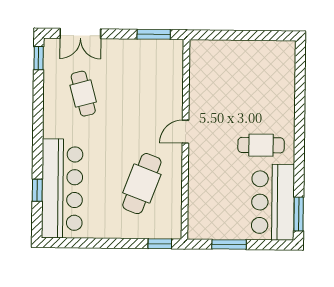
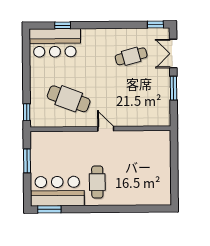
window: (154, 34) -> (174, 88), moved
bar counter: (62, 188) -> (55, 43), width x0.73

